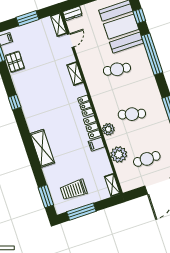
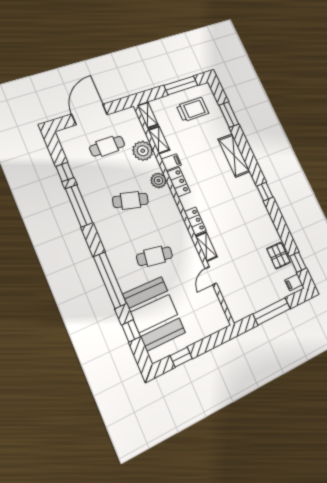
dresser: (73, 13) -> (218, 324), removed
window: (27, 18) -> (272, 311), width x1.44
shelving: (59, 25) -> (159, 140), moved
door: (71, 41) -> (211, 276), moved
window: (15, 102) -> (265, 192), moved
locker: (86, 106) -> (195, 221), moved
window: (46, 196) -> (229, 115), moved

